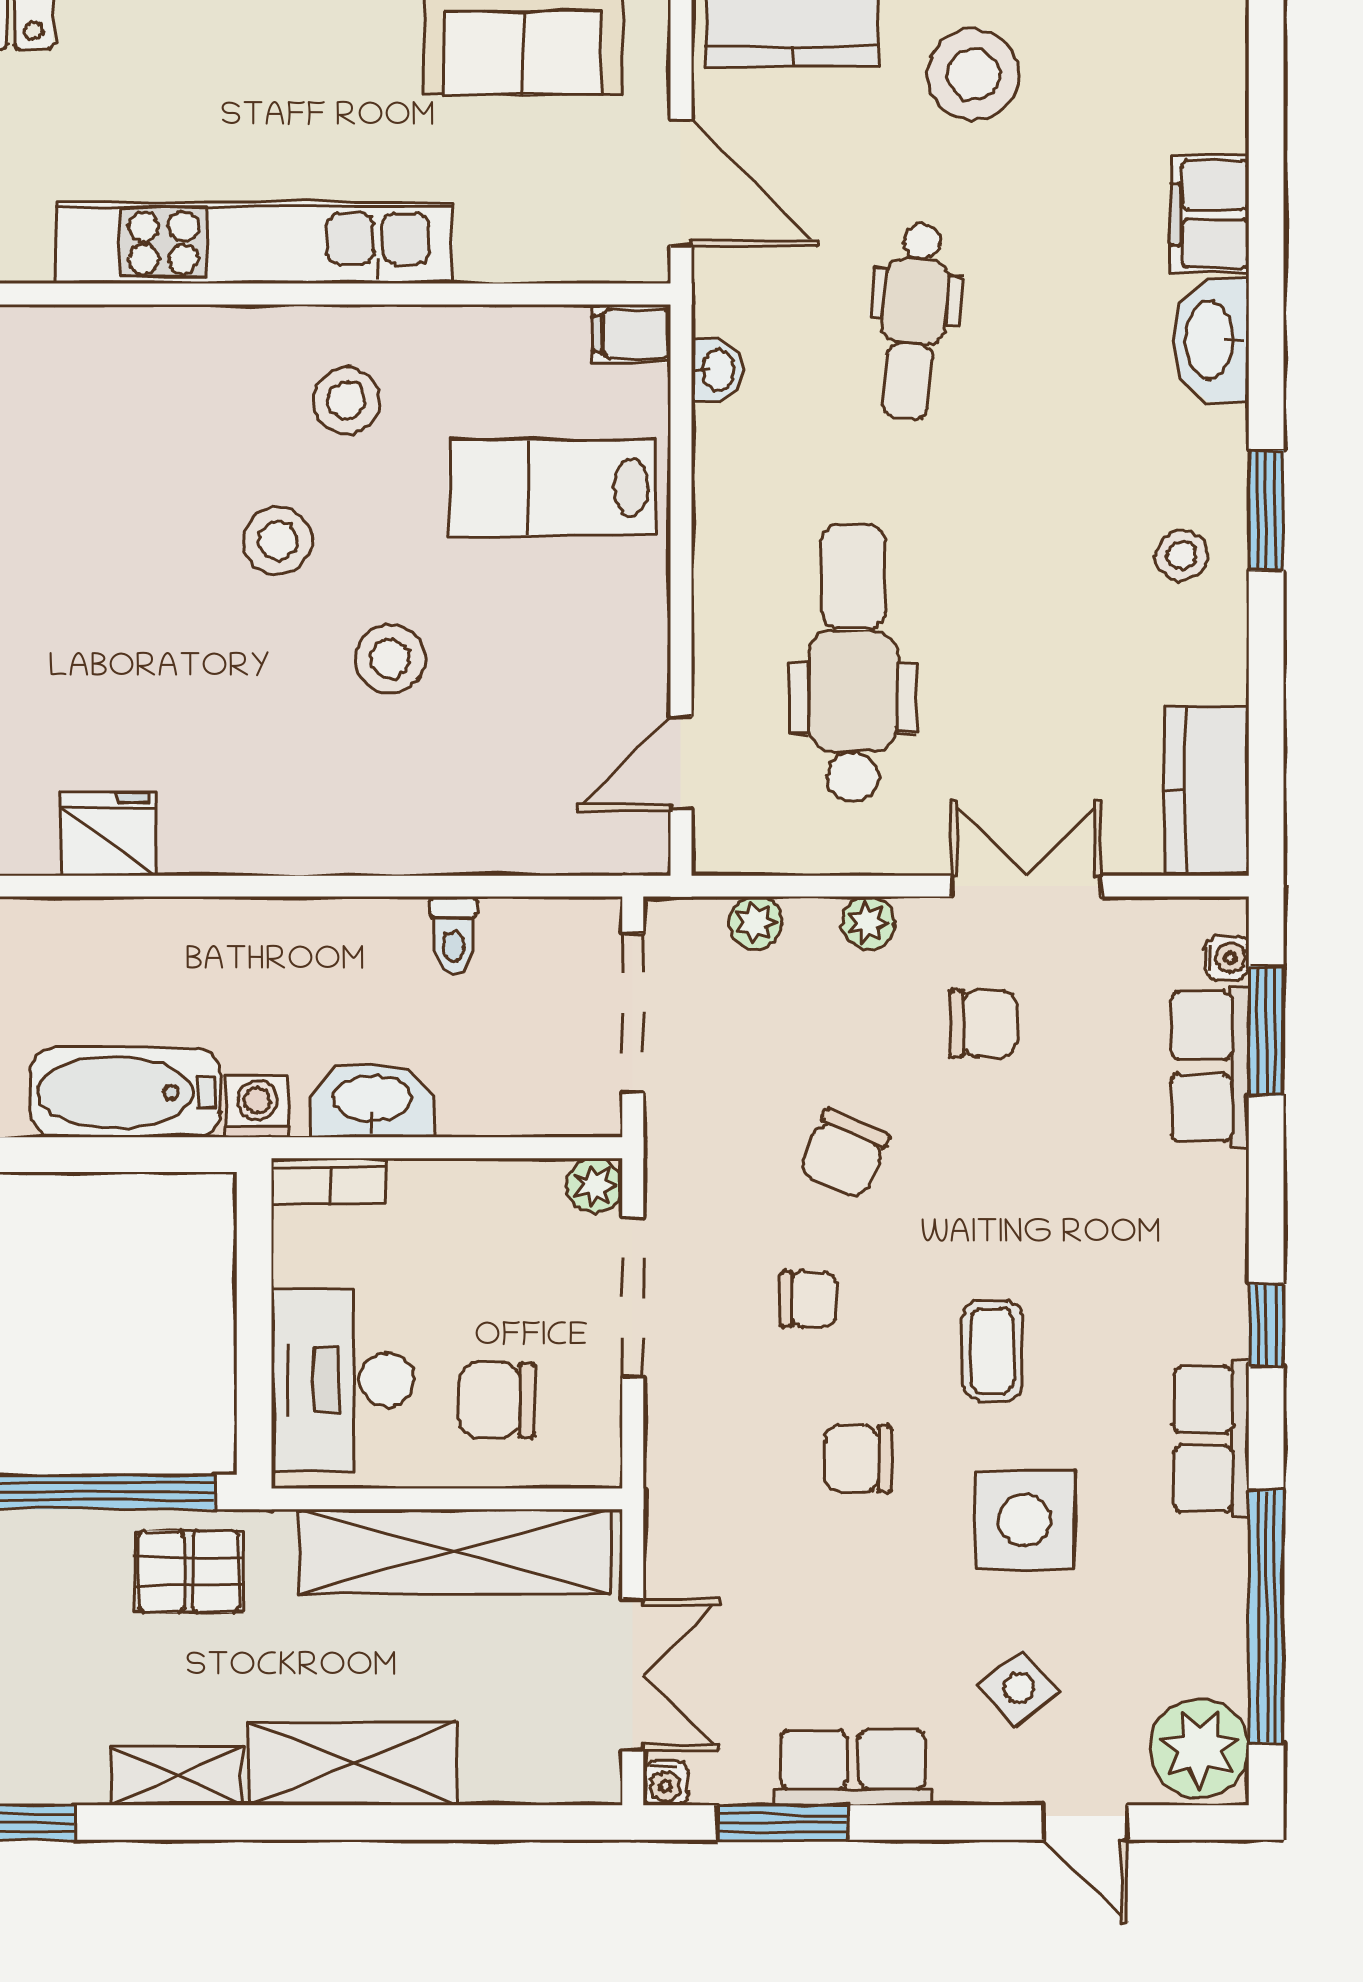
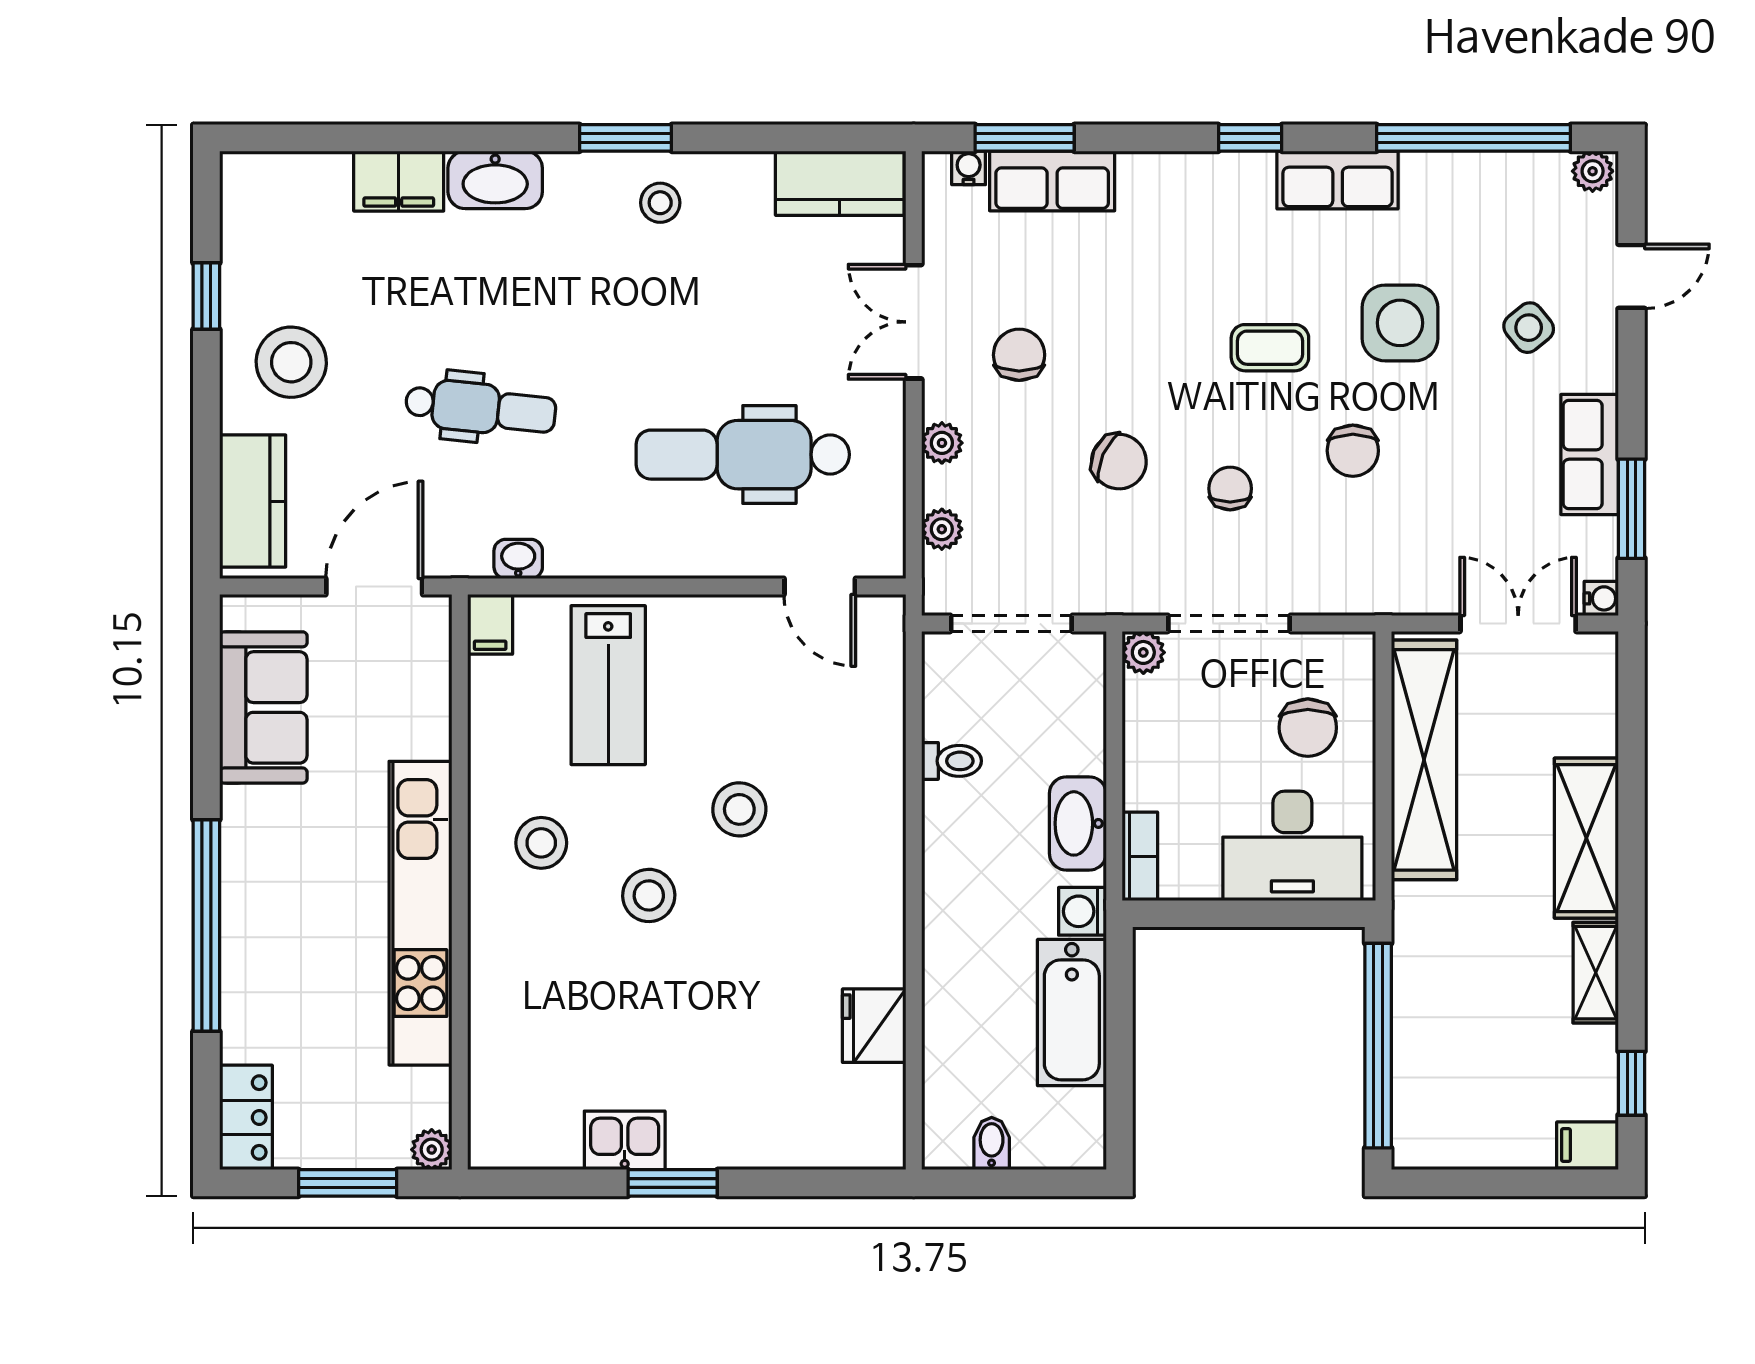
pallet: (189, 1572) -> (1439, 964), removed
plant: (1200, 1749) -> (1593, 171), width x0.53, depth x0.53

